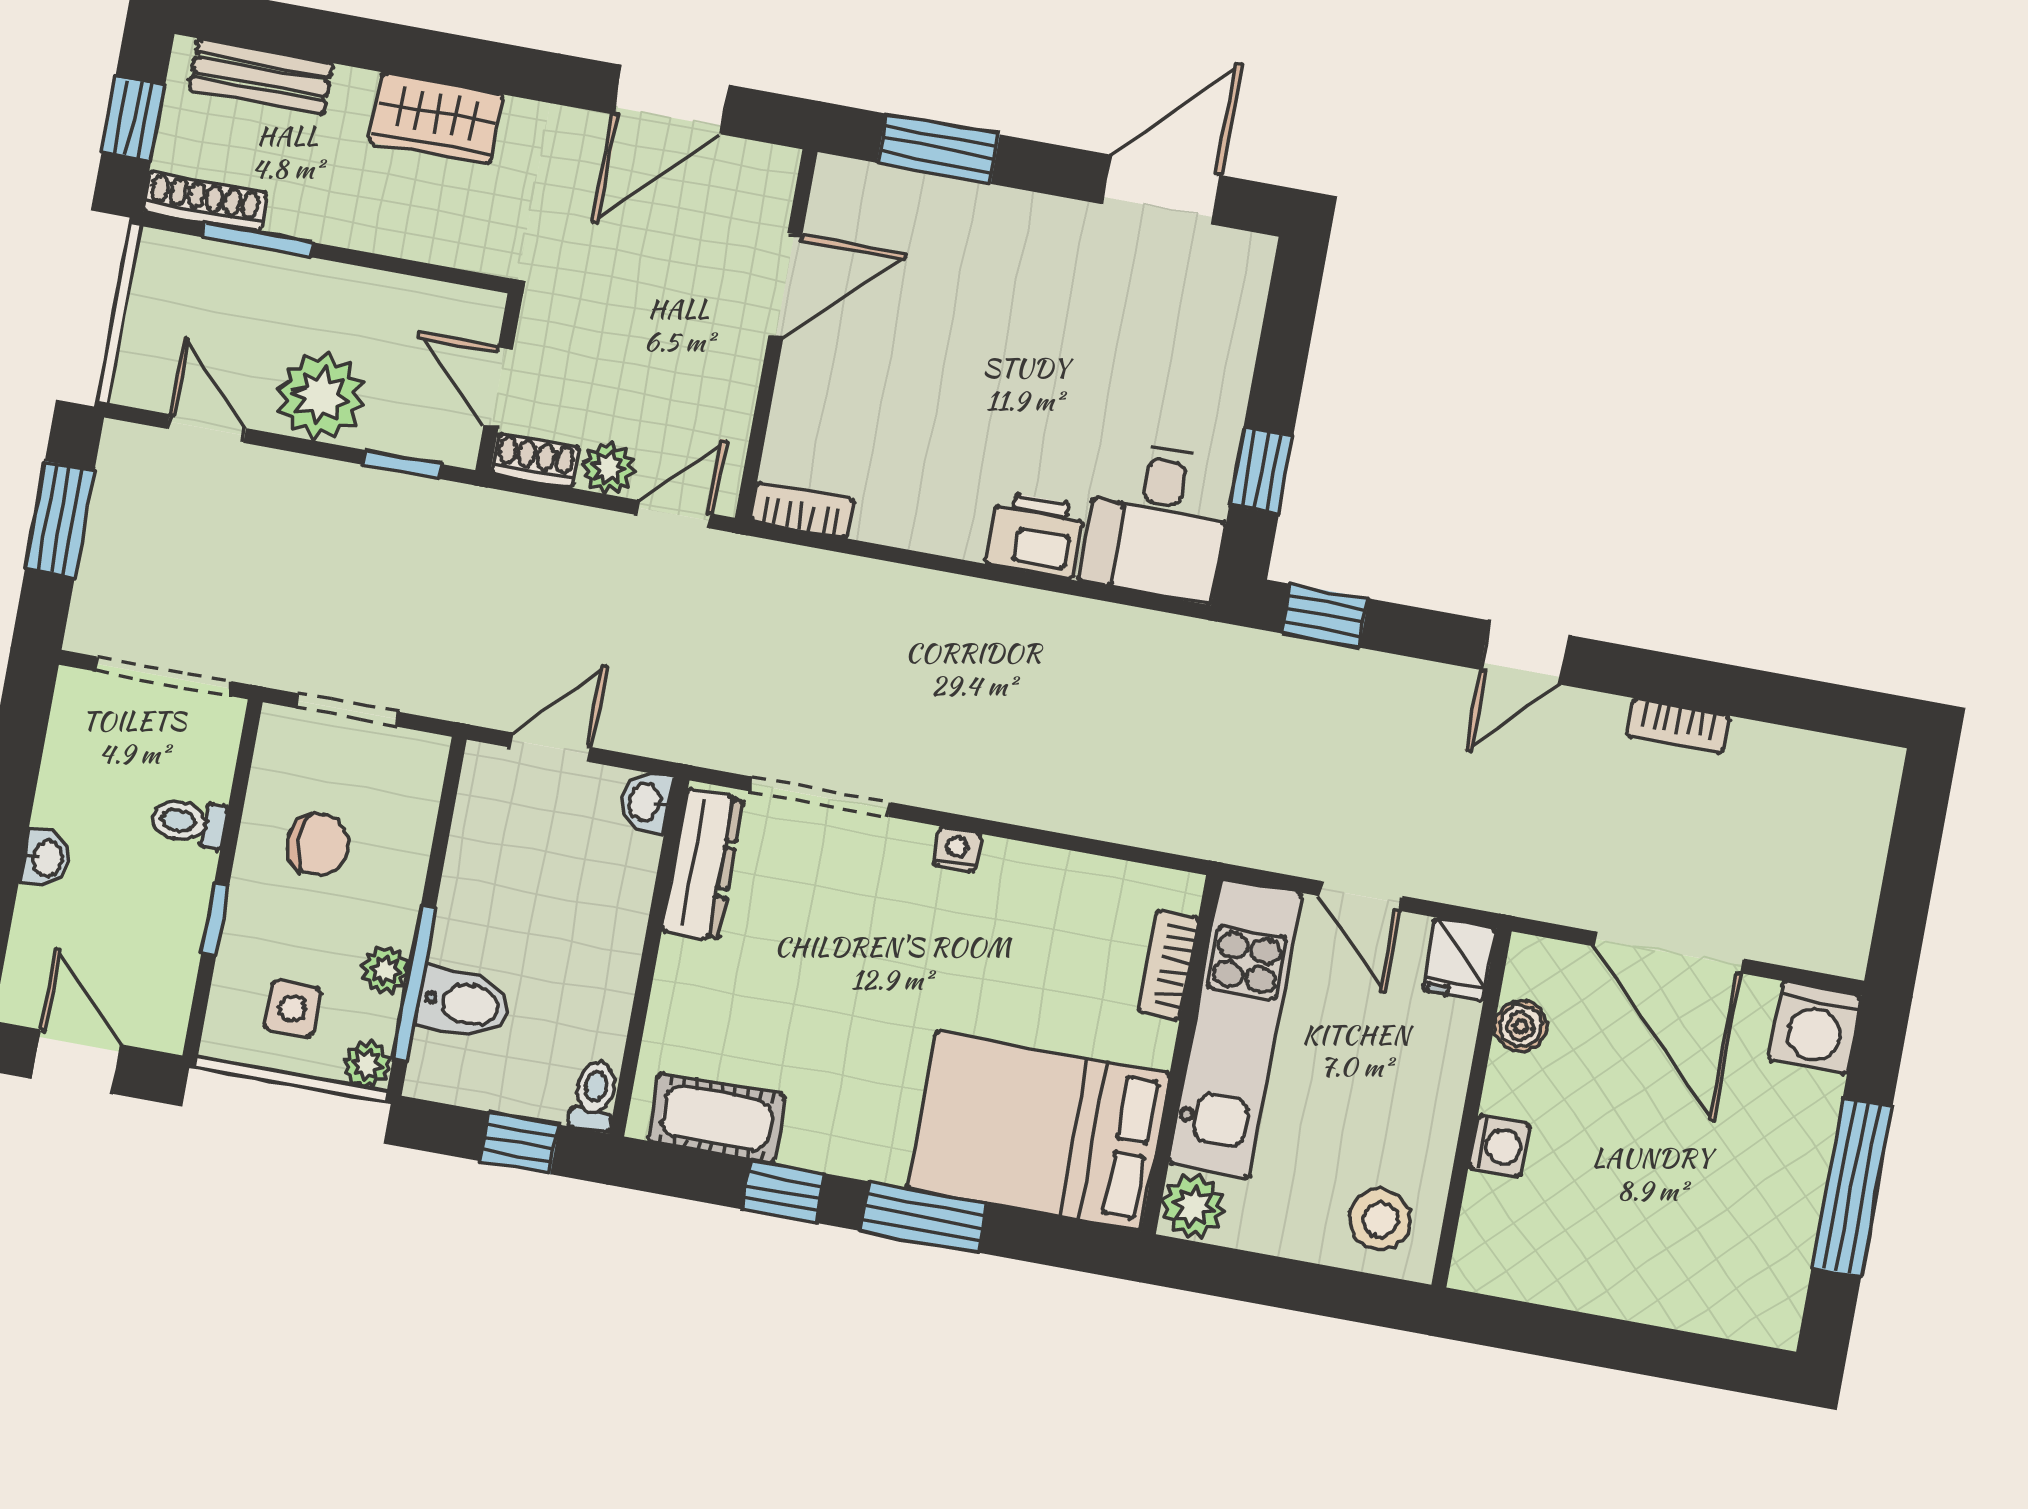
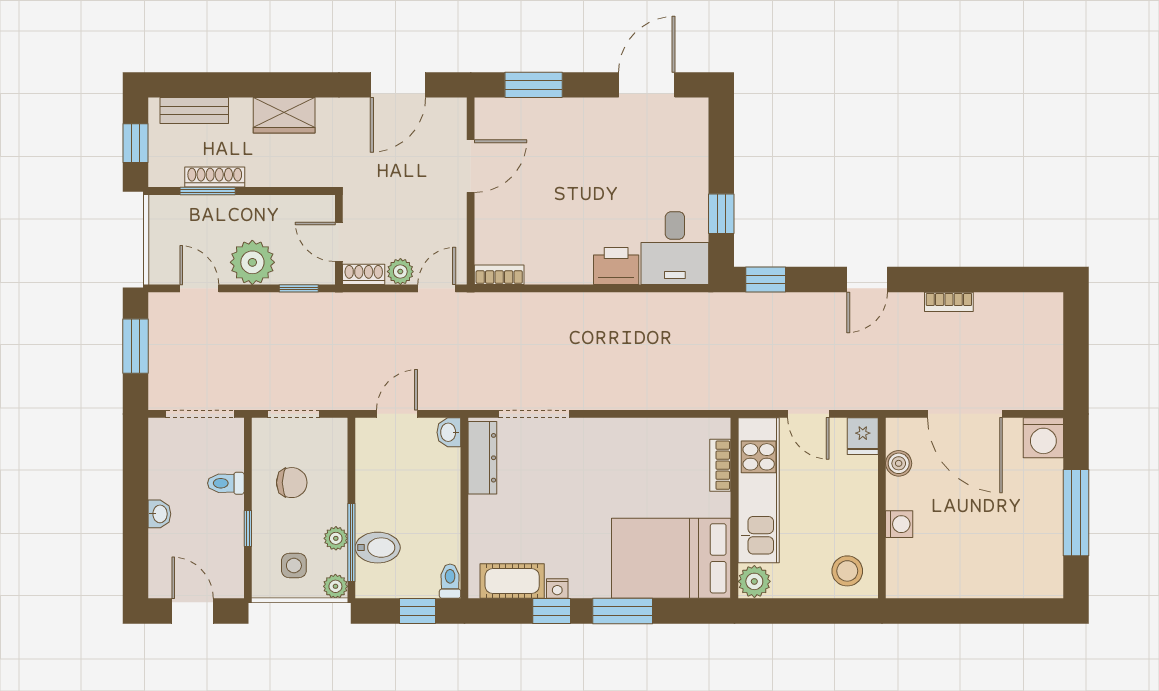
shoe rack: (204, 202) -> (215, 177), moved
nightstand: (957, 850) -> (557, 589), moved, turned 180

